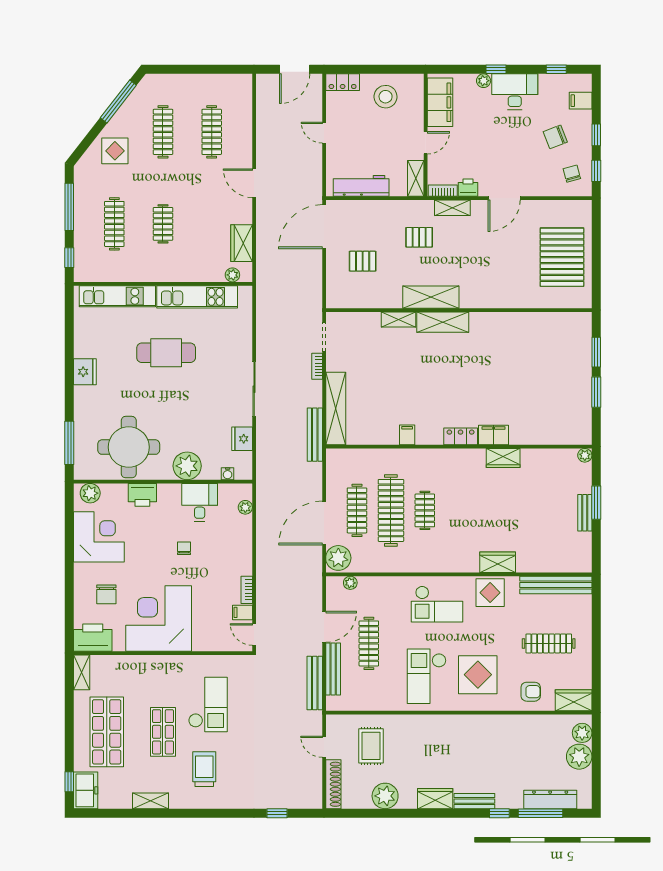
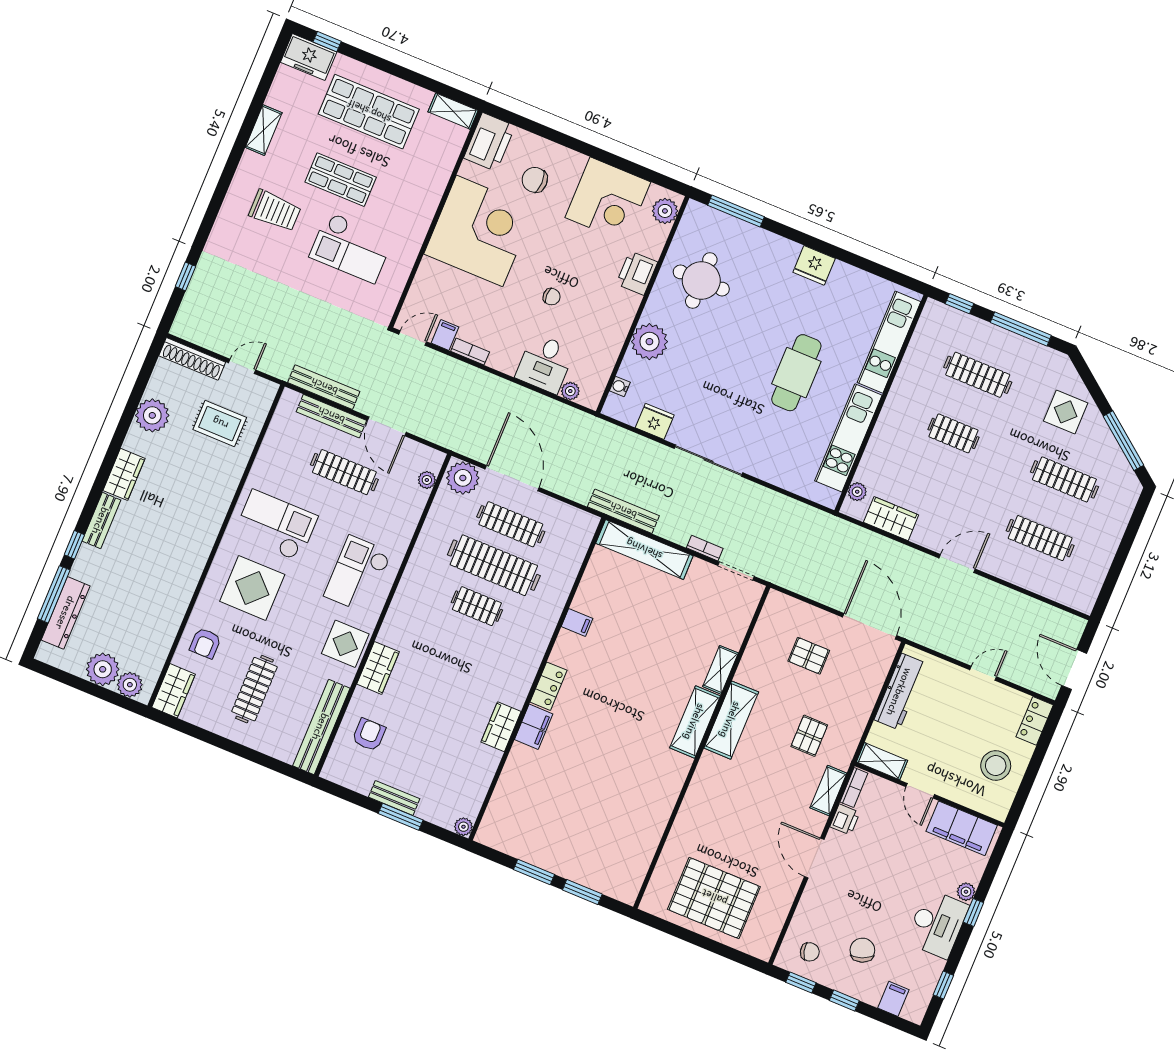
pallet: (363, 261) -> (809, 656), turned 90
round table: (129, 447) -> (701, 280), width x0.73, depth x0.73
desk: (200, 502) -> (545, 363), moved, turned 90
armchair: (547, 549) -> (369, 735), added

